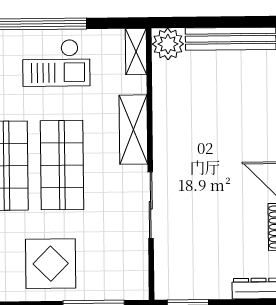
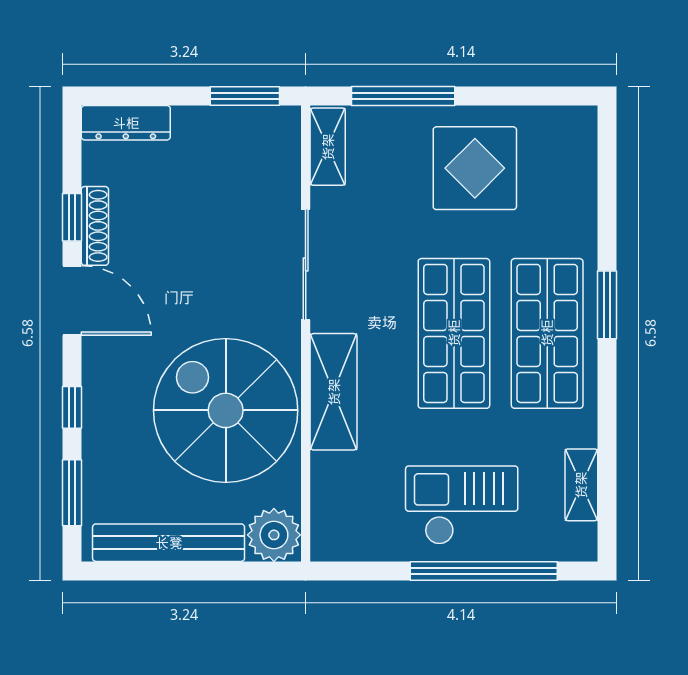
shelving: (136, 52) -> (328, 147), moved
spiral stairs: (197, 118) -> (226, 410), added

